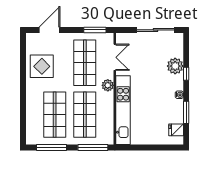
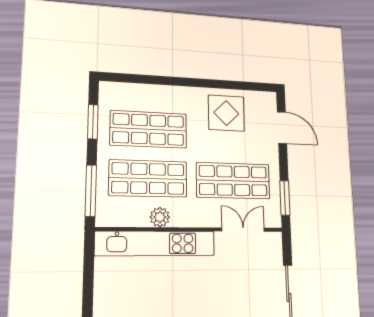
double door: (115, 57) -> (243, 230), swing flipped
plant: (108, 85) -> (160, 217), moved
window: (52, 147) -> (93, 122), width x0.69

